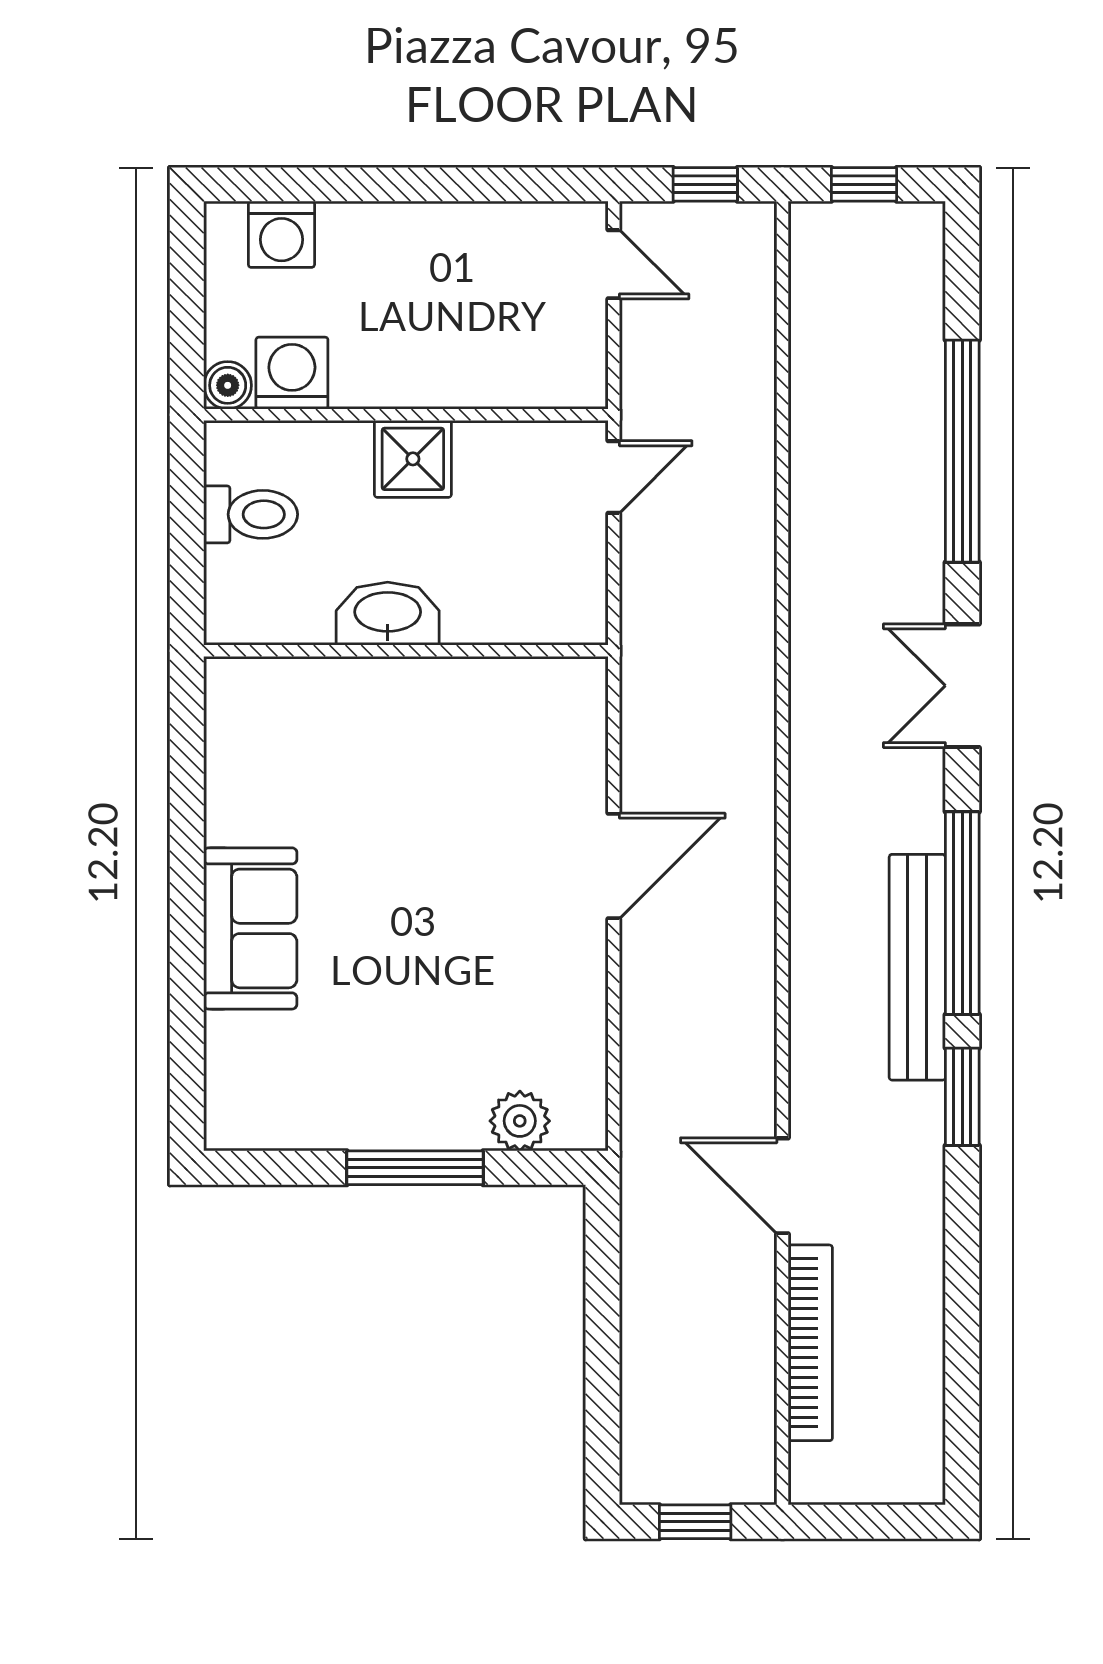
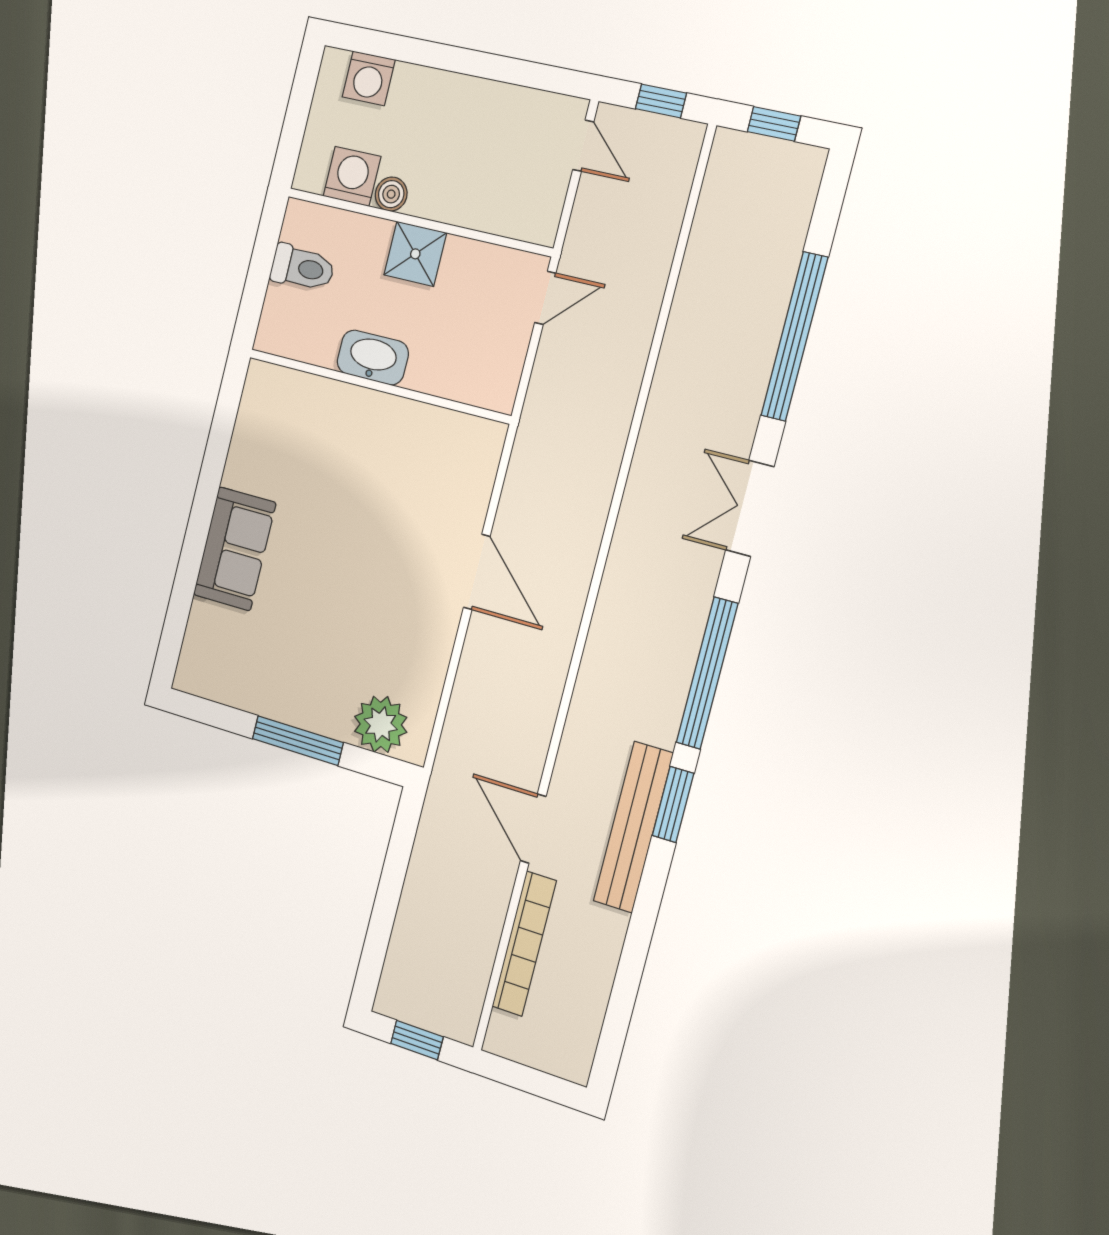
boiler: (228, 385) -> (391, 194), moved
door: (614, 866) -> (477, 572), hinge flipped
bench: (917, 967) -> (633, 827), moved
plant: (520, 1121) -> (381, 724), width x1.36, depth x1.36

